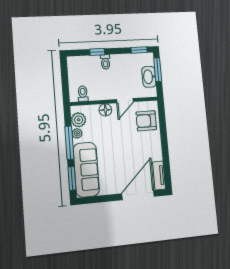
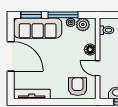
tv unit: (159, 175) -> (32, 94), width x1.41
door: (138, 195) -> (11, 56), moved

